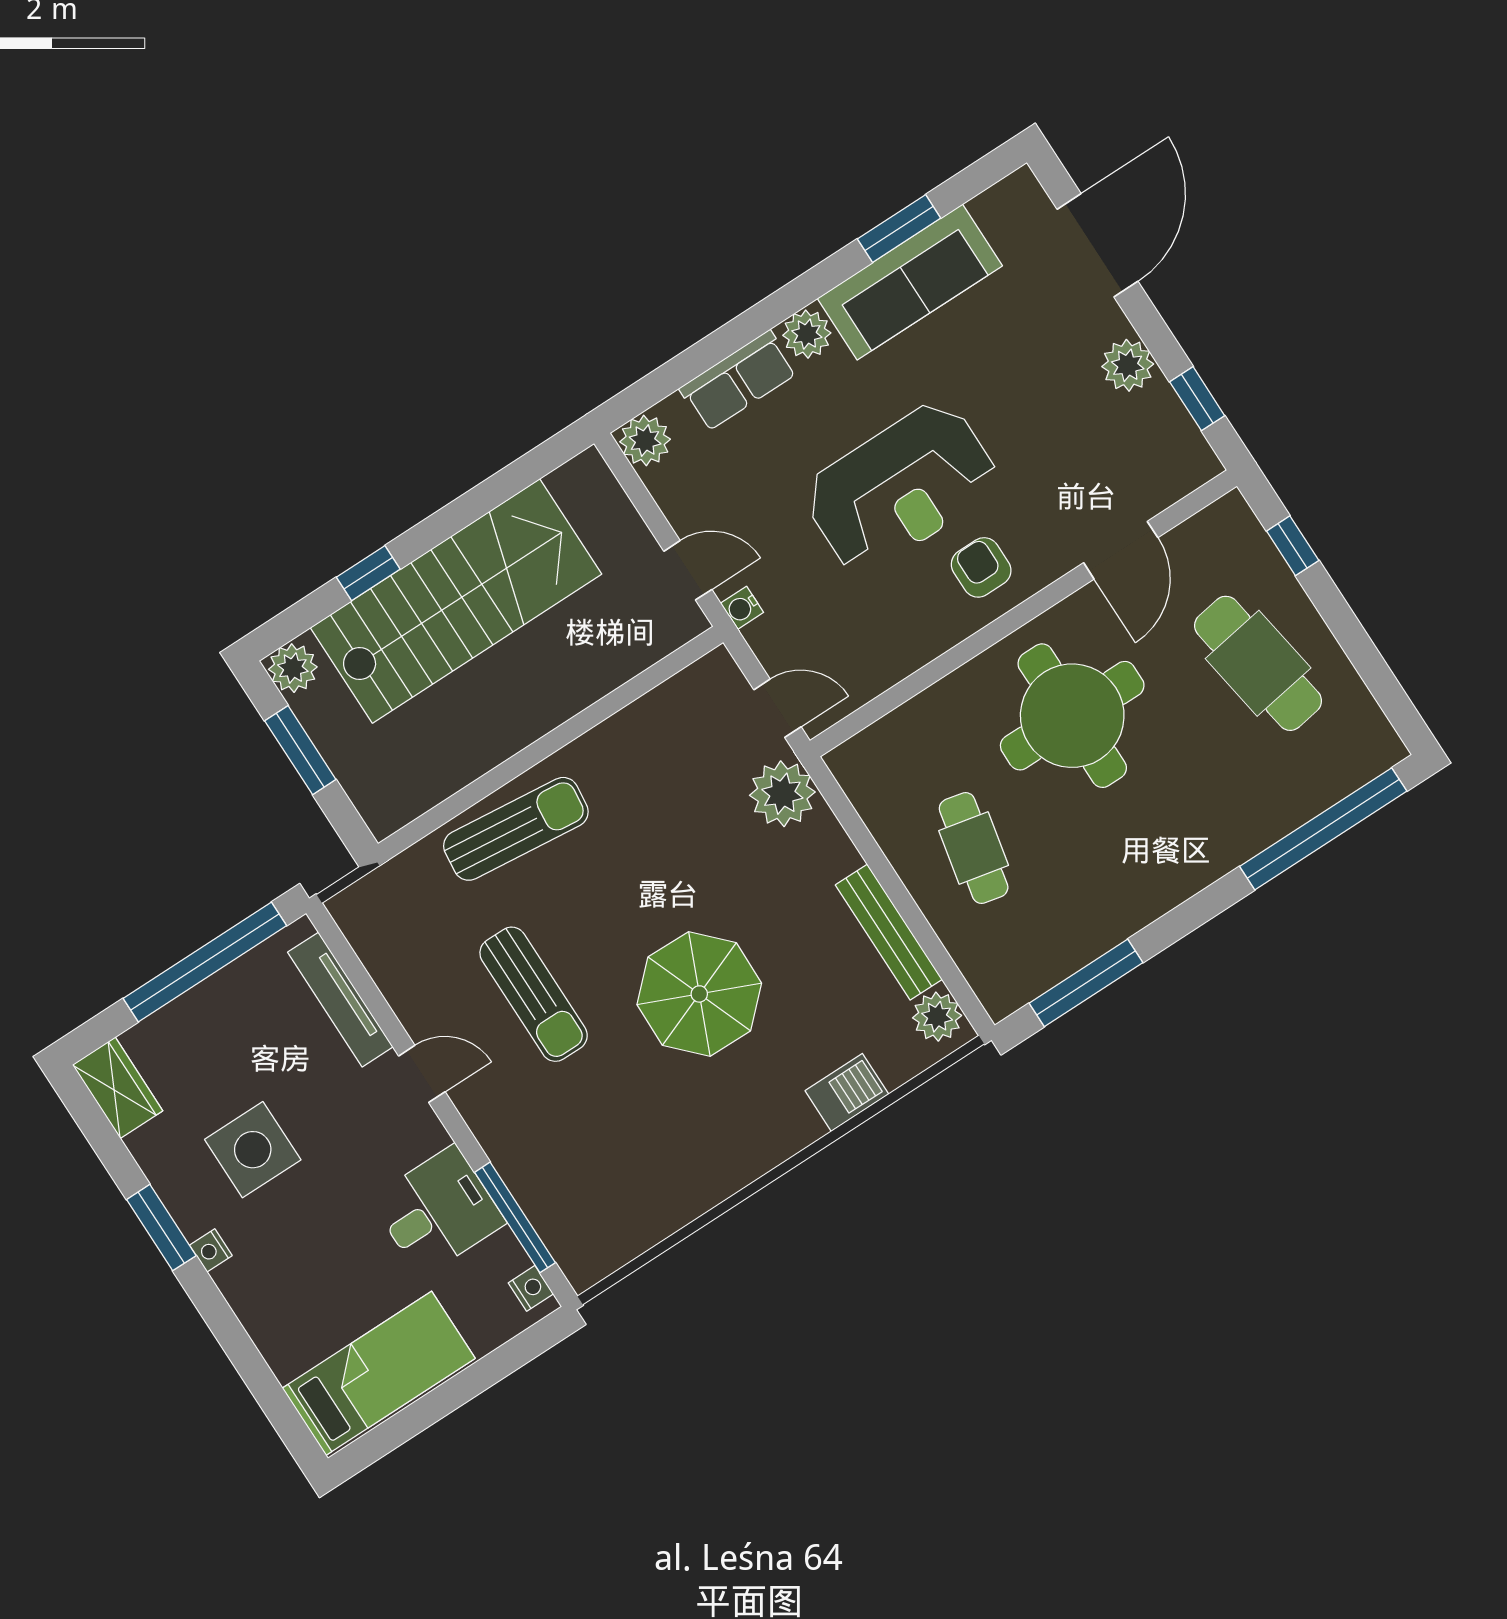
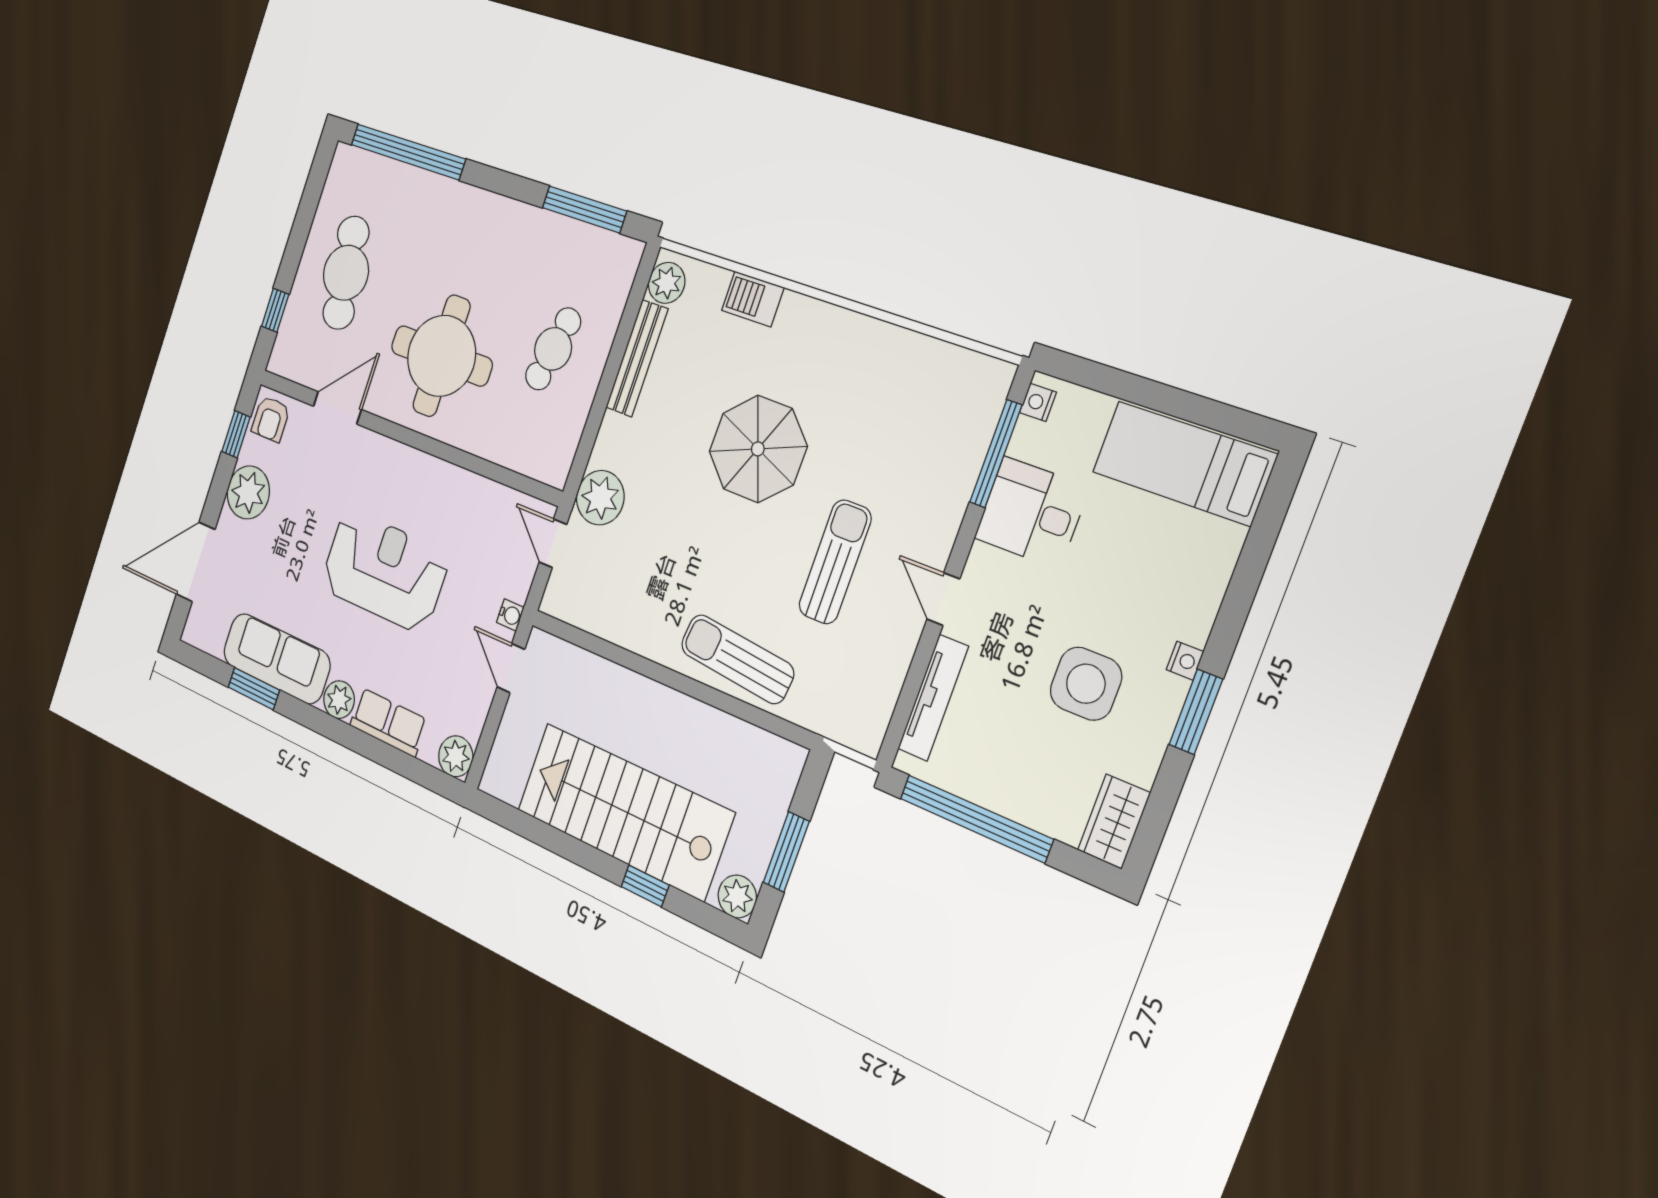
plant: (1128, 365) -> (248, 492), width x1.36, depth x1.36
armchair: (981, 567) -> (271, 419), moved

